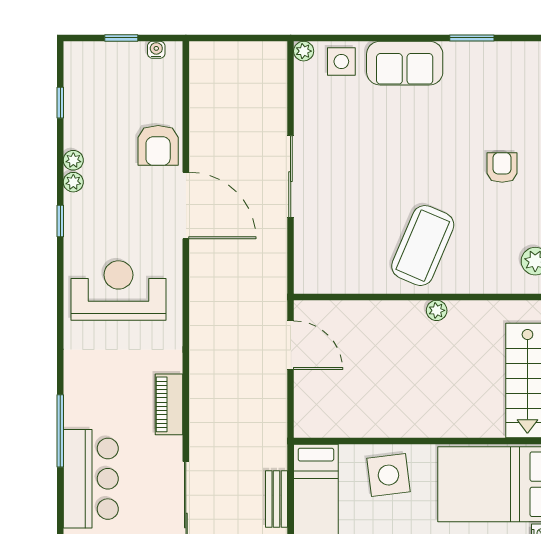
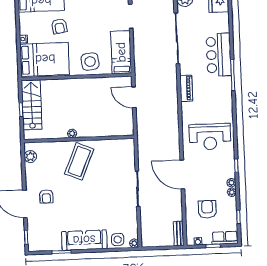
row of seats: (93, 56) -> (225, 238), added
sofa: (405, 63) -> (84, 240), width x1.36
armchair: (158, 145) -> (207, 209), moved
door: (291, 345) -> (134, 97), moved
bench: (277, 499) -> (179, 234), moved

